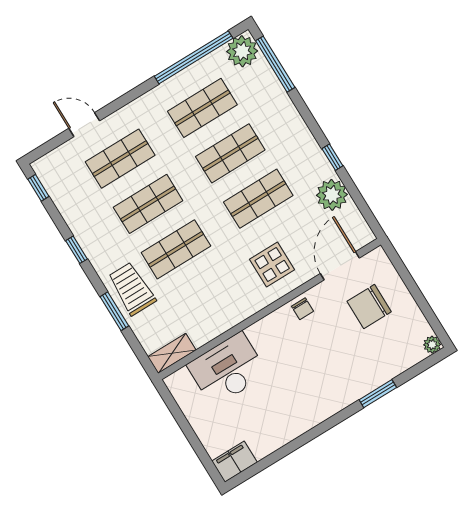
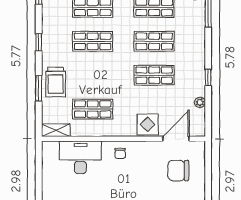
plant: (332, 195) -> (200, 102), width x0.53, depth x0.53
shop shelf: (176, 249) -> (93, 109), moved
display table: (272, 264) -> (148, 124), moved
trolley: (132, 289) -> (56, 82), turned 180
chair: (303, 309) -> (120, 153), moved

